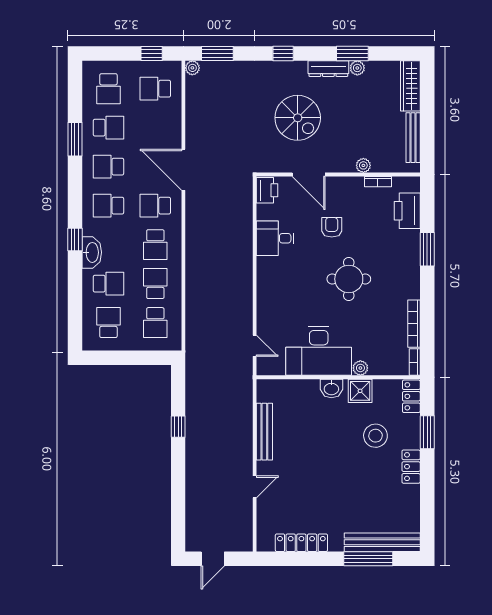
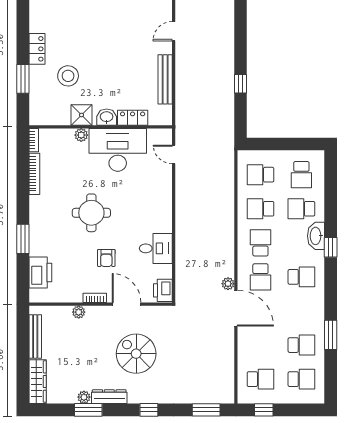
plant: (192, 68) -> (228, 284), moved
school desk: (108, 89) -> (301, 379), turned 90
school desk: (108, 128) -> (301, 345), turned 180
school desk: (108, 167) -> (301, 311), removed
bookcase: (378, 182) -> (95, 298), moved
school desk: (155, 206) -> (260, 277), turned 90
school desk: (155, 284) -> (260, 209), turned 90
school desk: (155, 323) -> (260, 175), turned -90
locker: (411, 396) -> (133, 118), moved, turned -90

